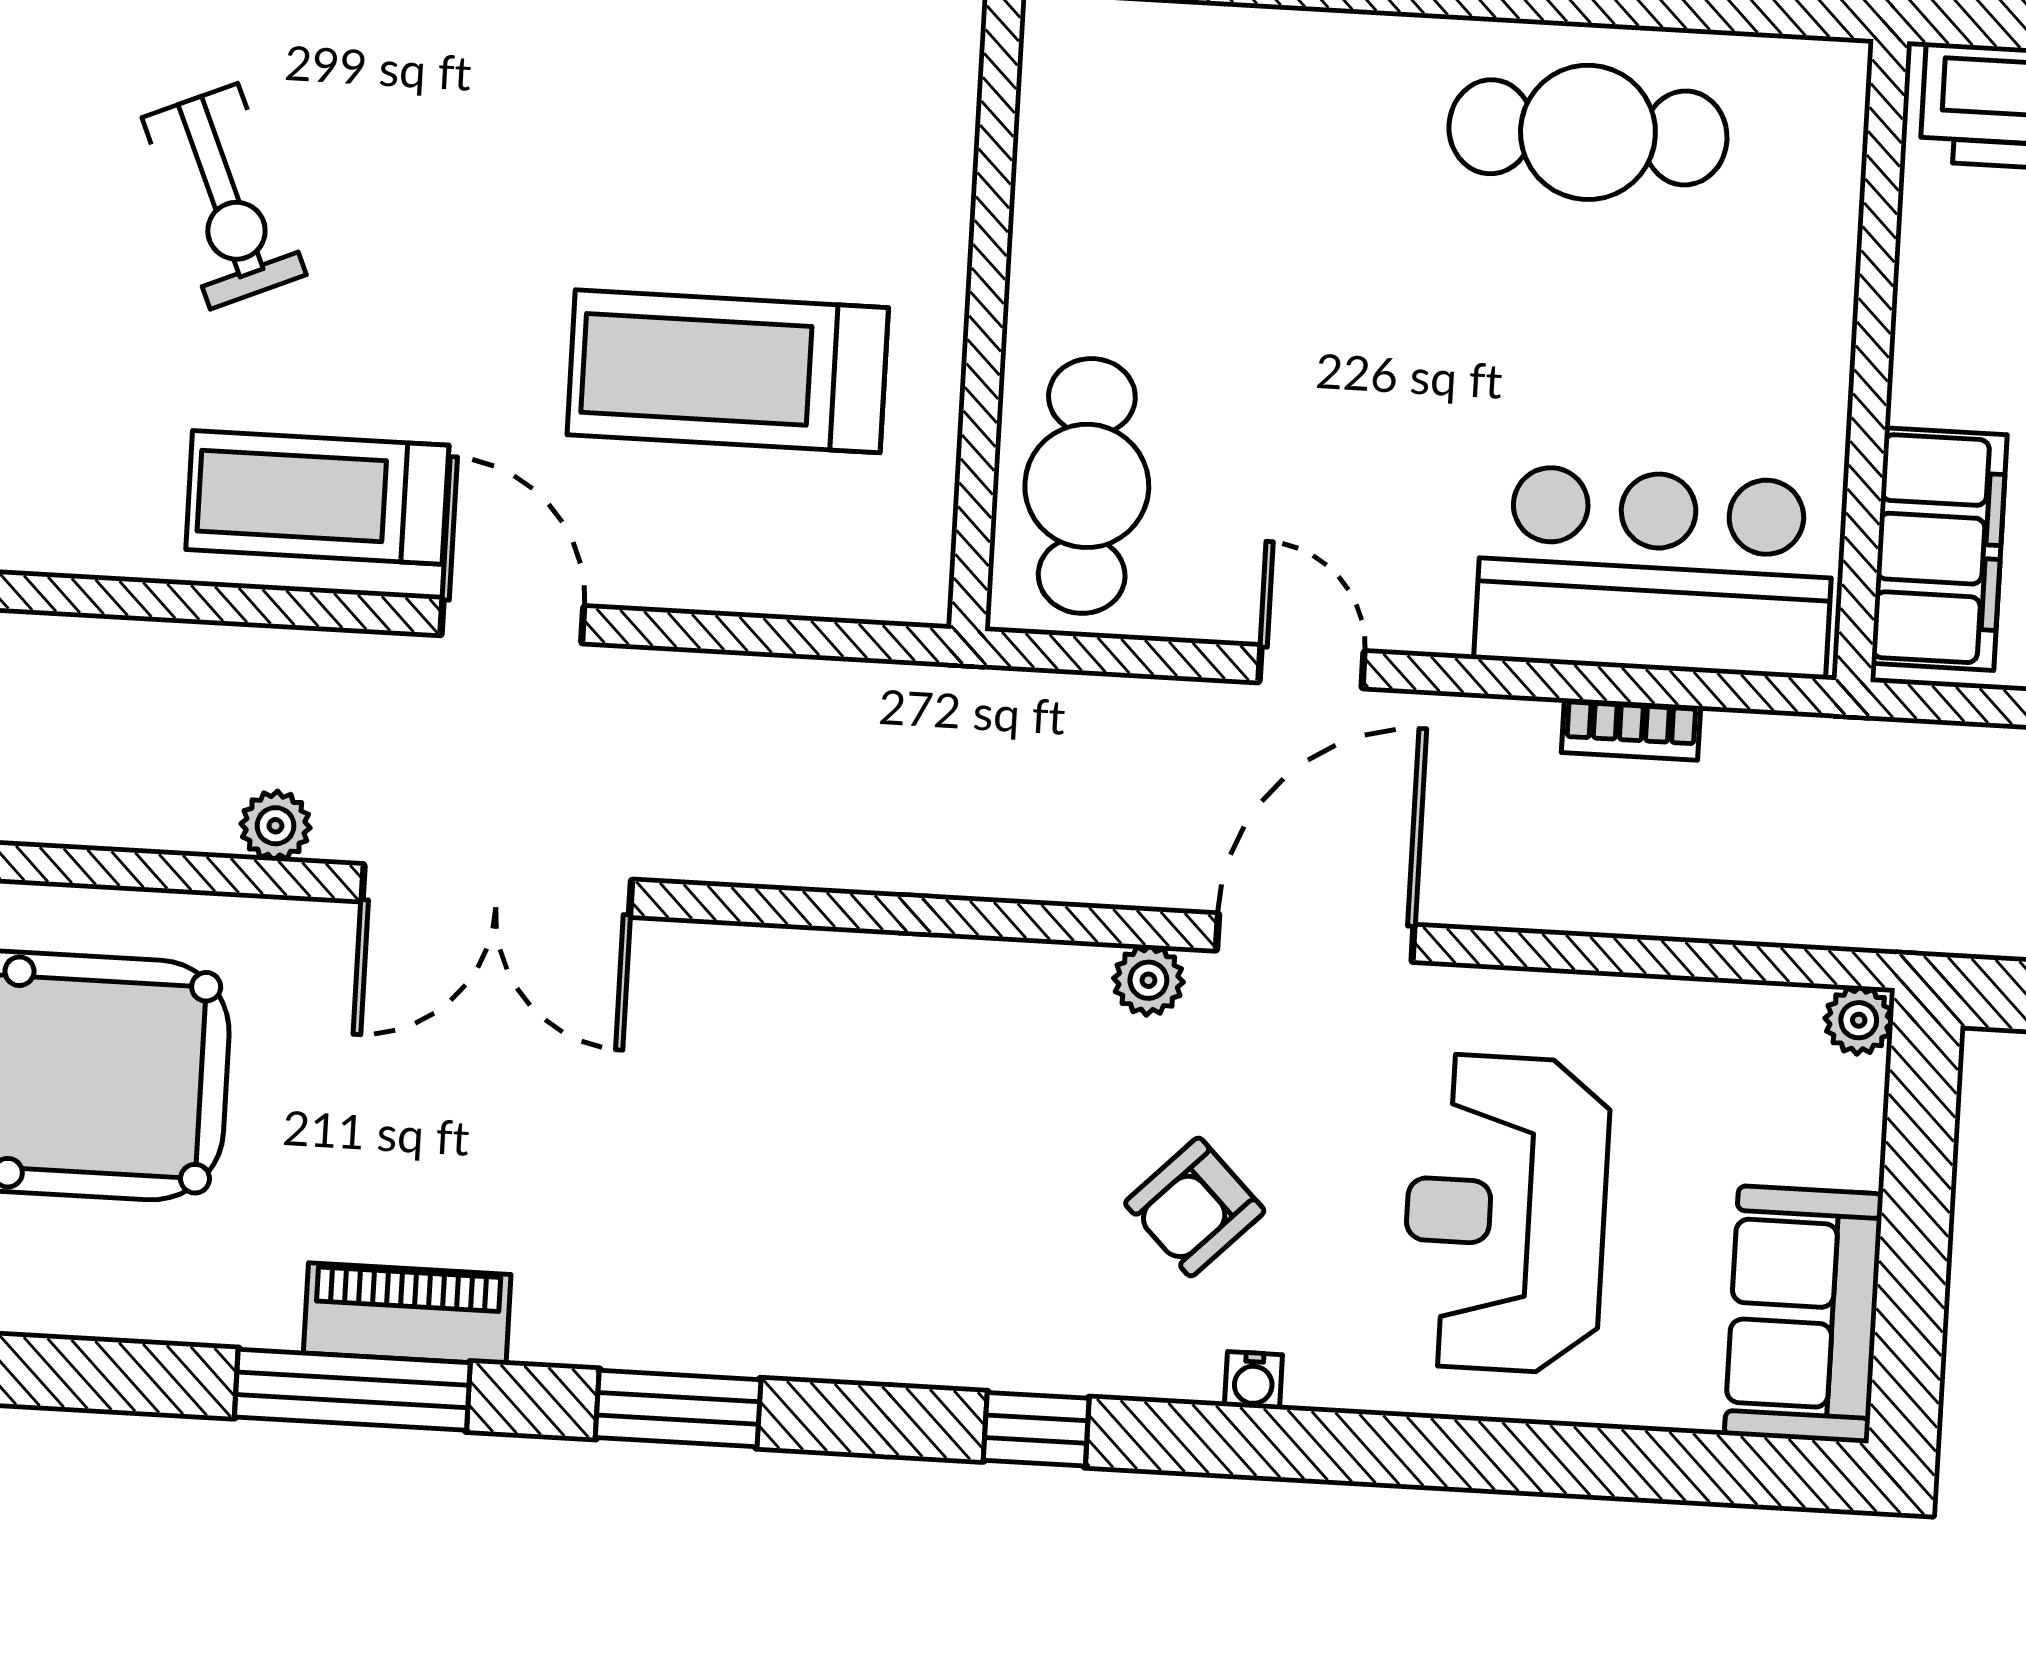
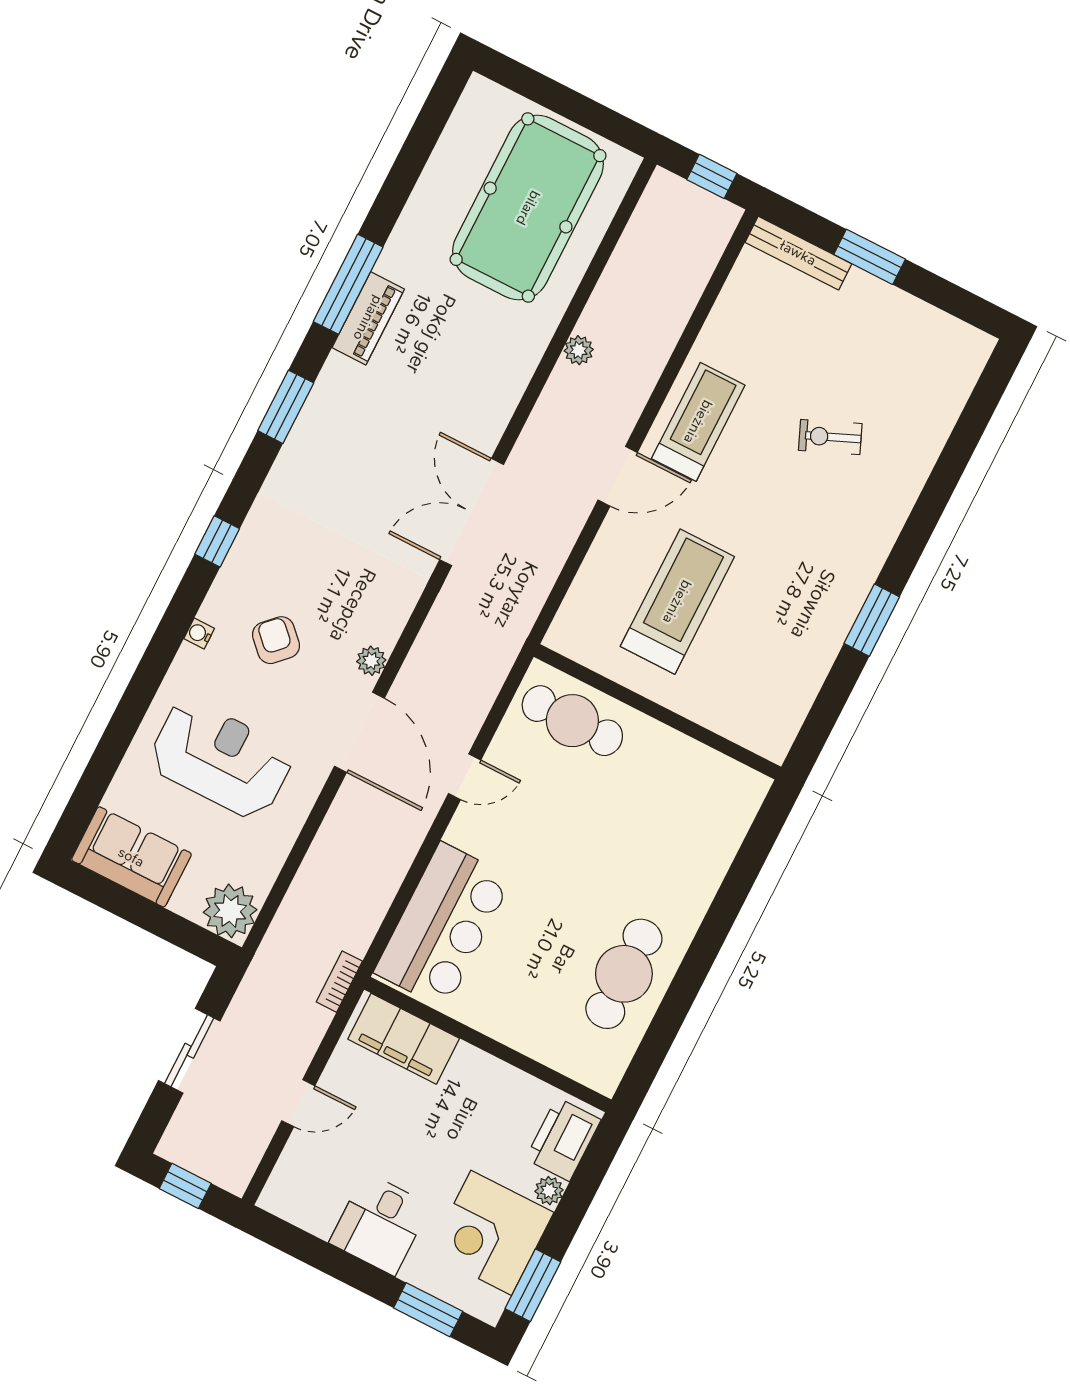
exercise bike: (224, 196) -> (830, 437), width x0.73, depth x0.72
bookcase: (1631, 729) -> (339, 982), moved
double door: (497, 890) -> (472, 512), moved
plant: (1859, 1020) -> (230, 911), width x1.87, depth x1.87

